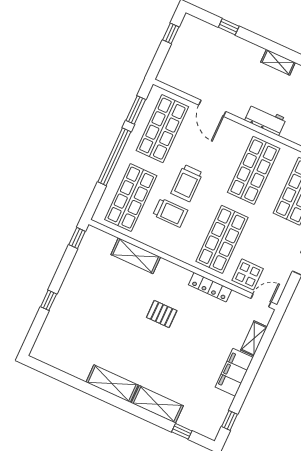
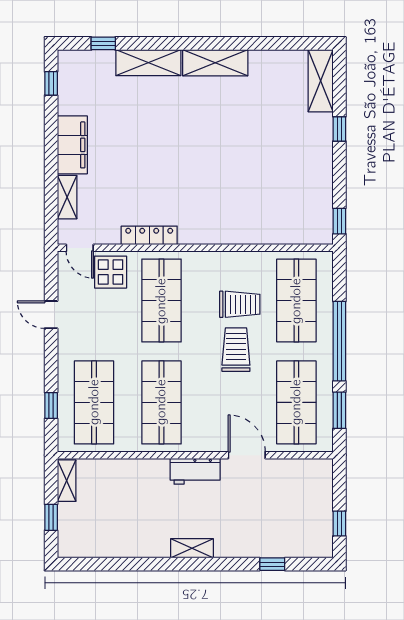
workbench: (265, 120) -> (195, 471), moved
trolley: (170, 213) -> (240, 304), turned 180
shelving: (136, 256) -> (321, 81), moved, turned 90
door: (261, 300) -> (80, 248), hinge flipped
pallet: (162, 314) -> (194, 176), removed

